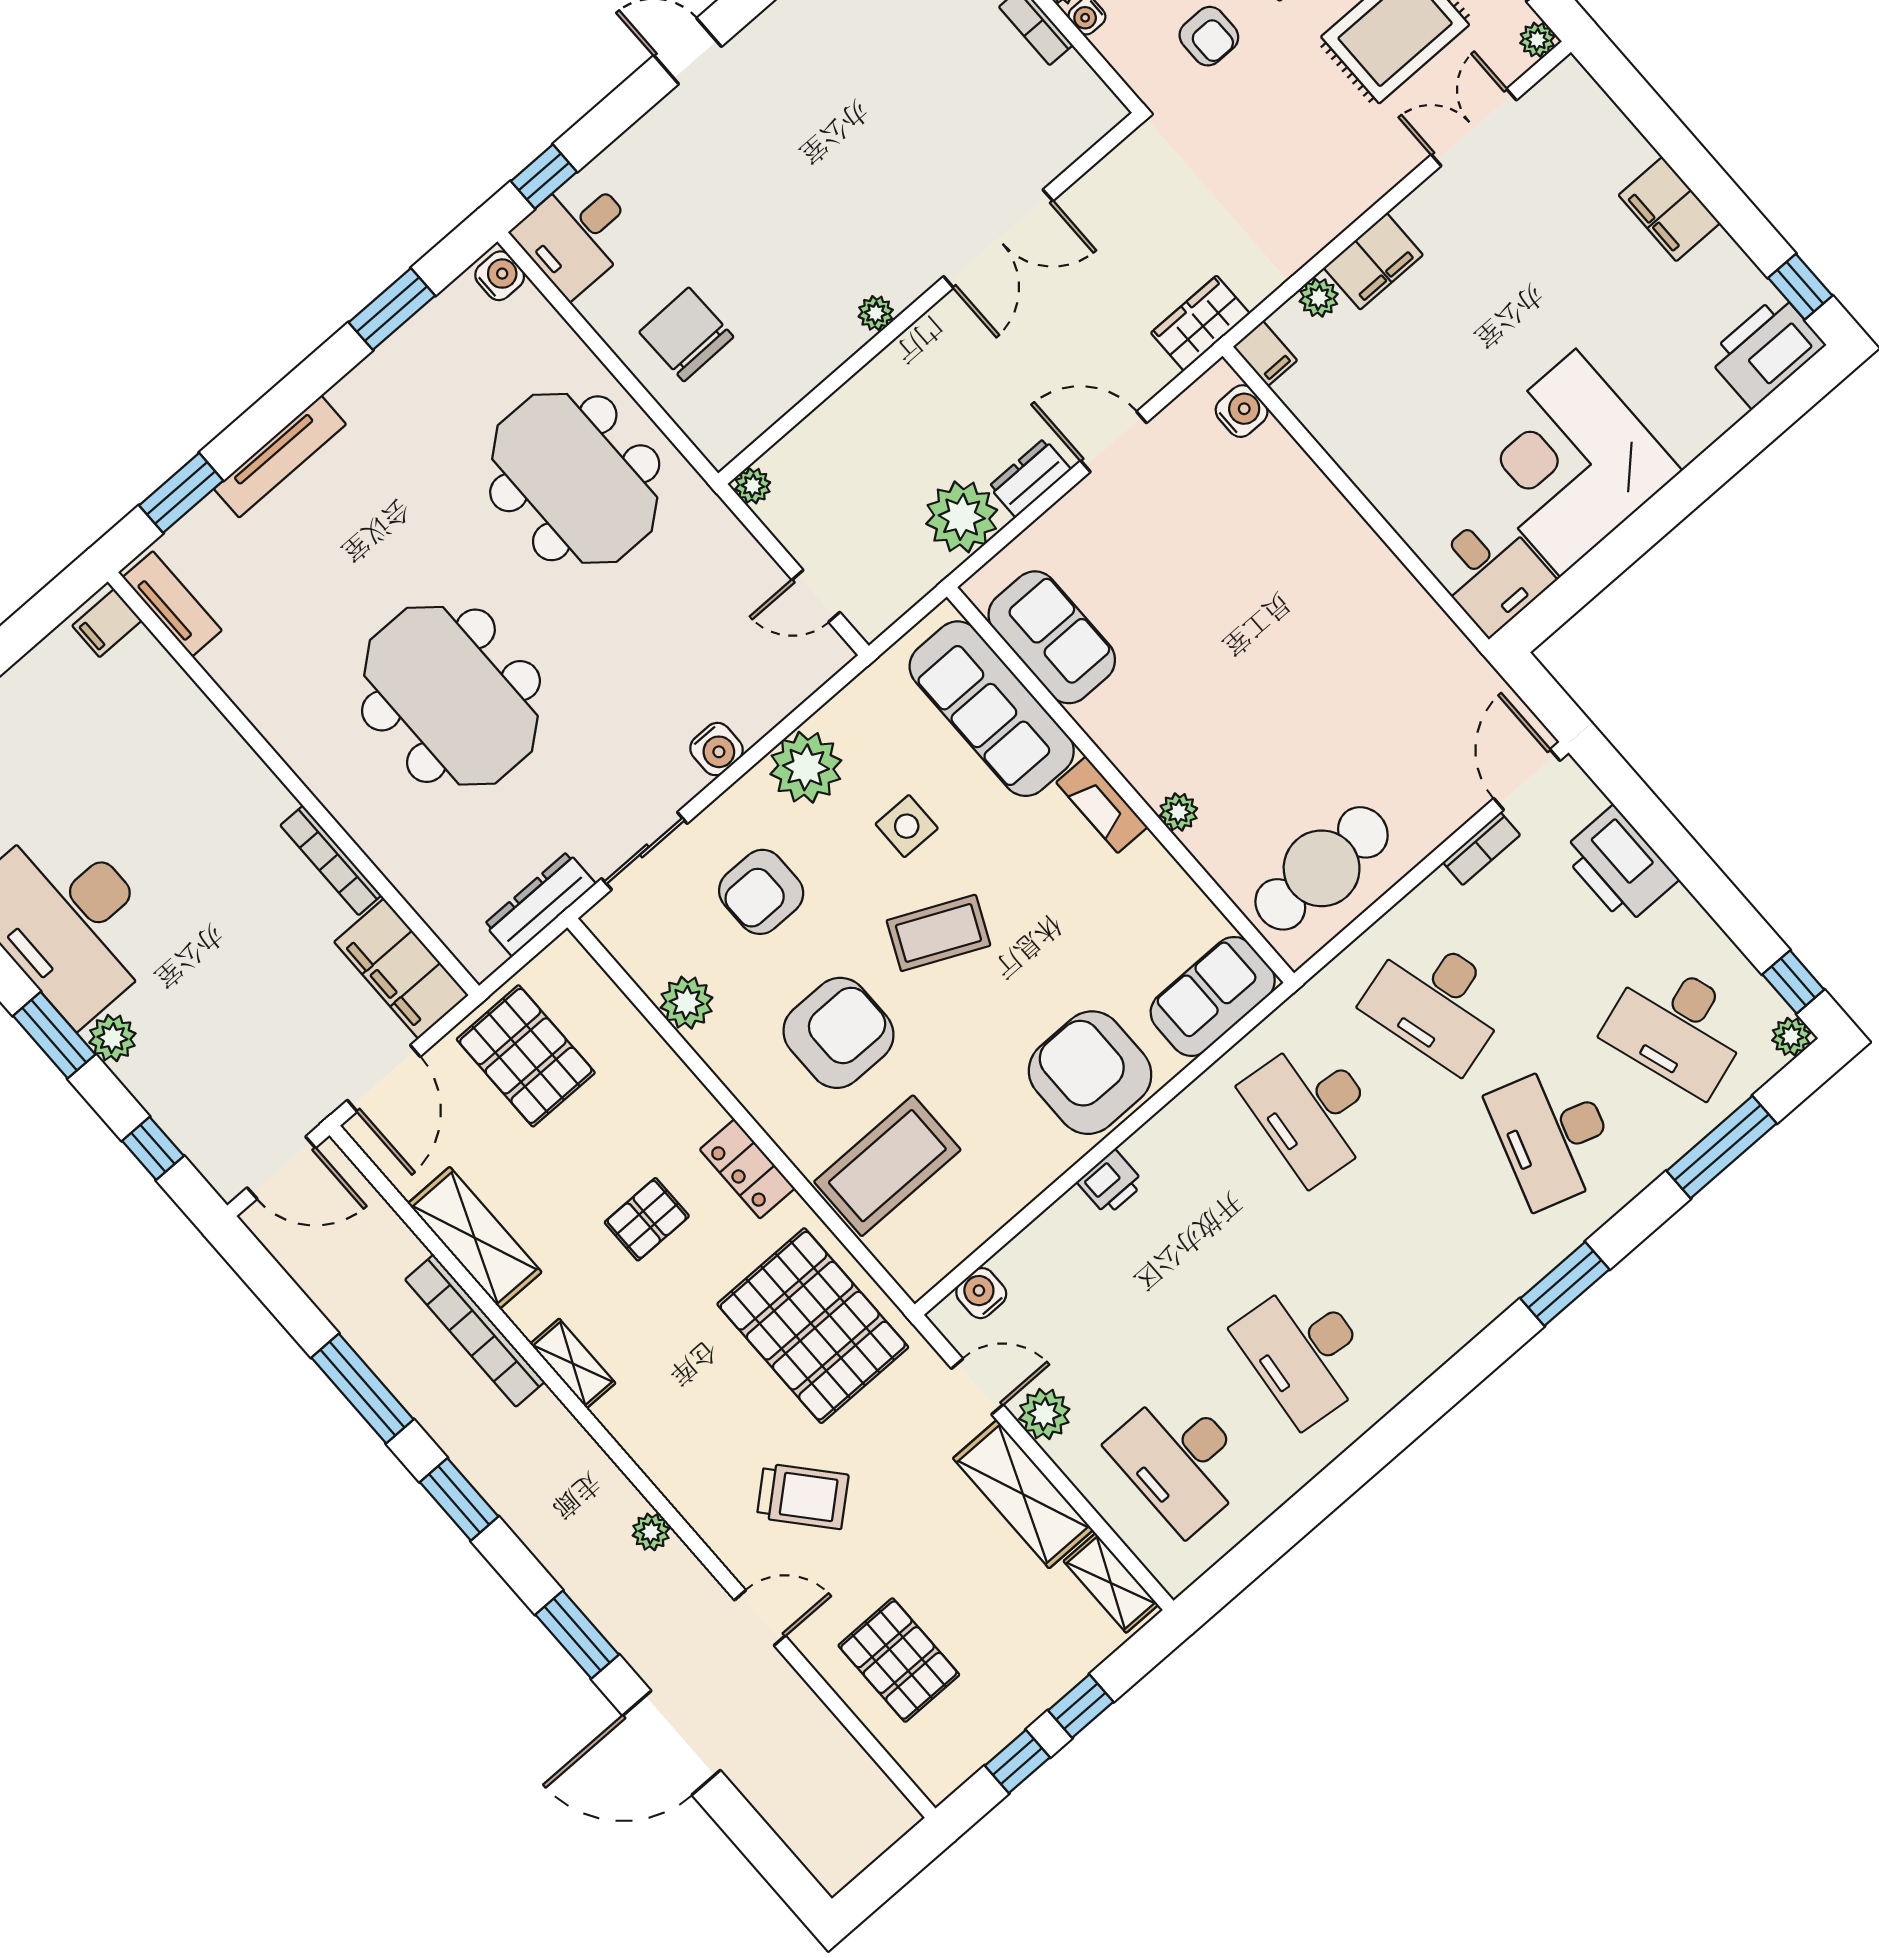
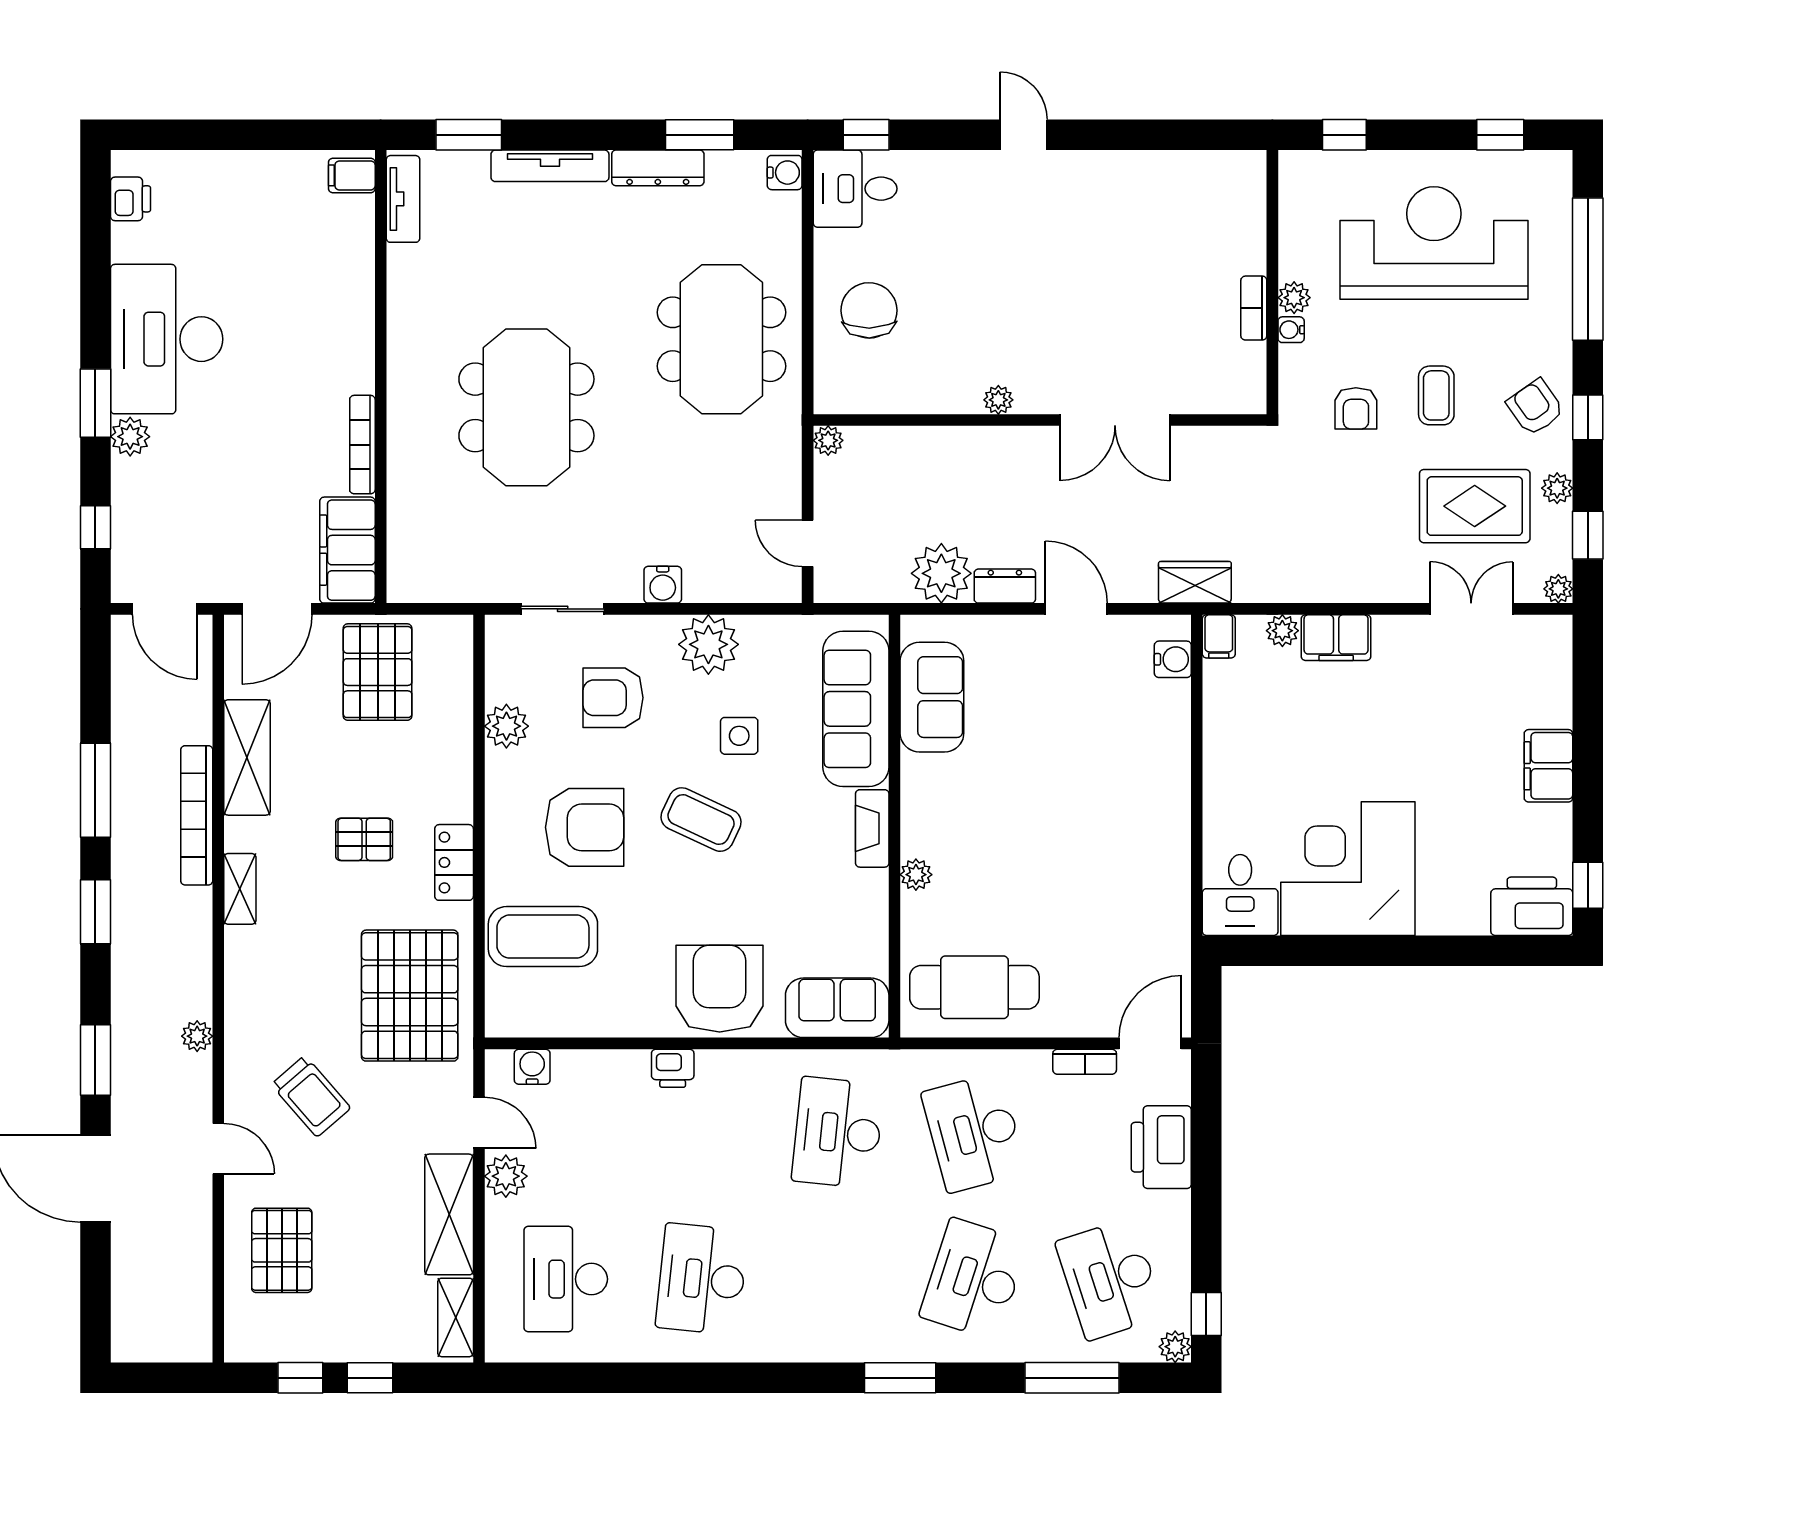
dresser: (540, 904) -> (658, 168), moved, turned 180

